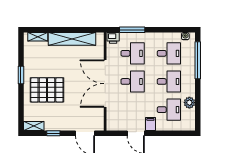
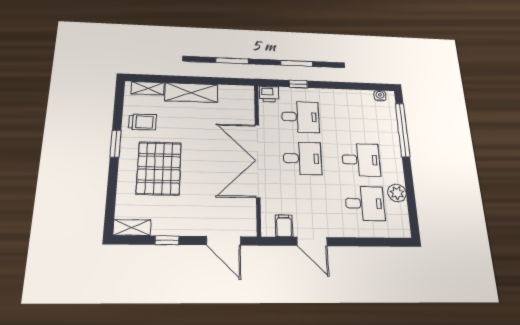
window: (132, 30) -> (298, 84), width x0.46
shelving: (72, 39) -> (191, 93), width x0.68
desk: (169, 53) -> (357, 119), removed
trolley: (36, 60) -> (142, 122), added
pallet: (47, 90) -> (159, 168), turned 90
filing cabinet: (150, 124) -> (284, 226), moved

